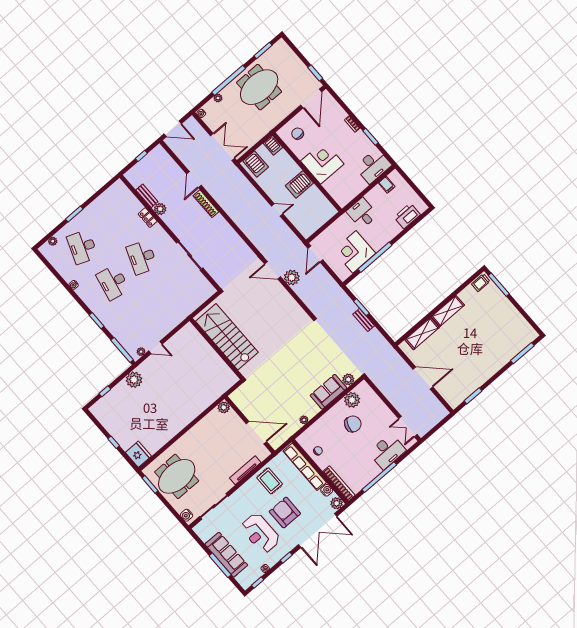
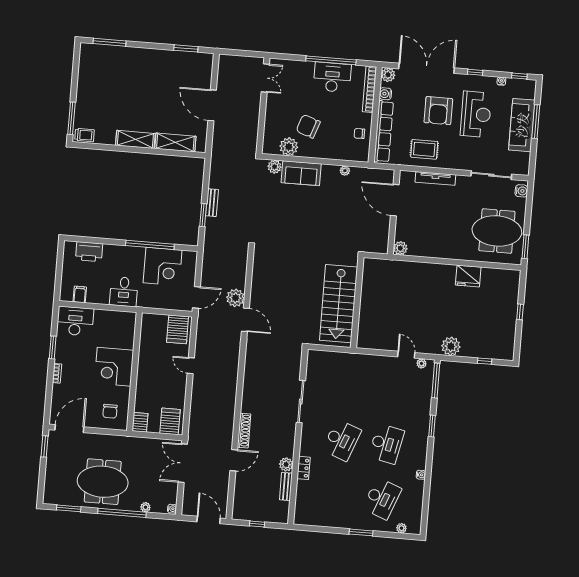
server rack: (299, 184) -> (178, 329), moved, turned 90
desk: (387, 451) -> (332, 77), moved
fridge: (138, 454) -> (468, 276), moved, turned -90
rug: (270, 481) -> (424, 149), turned 90

